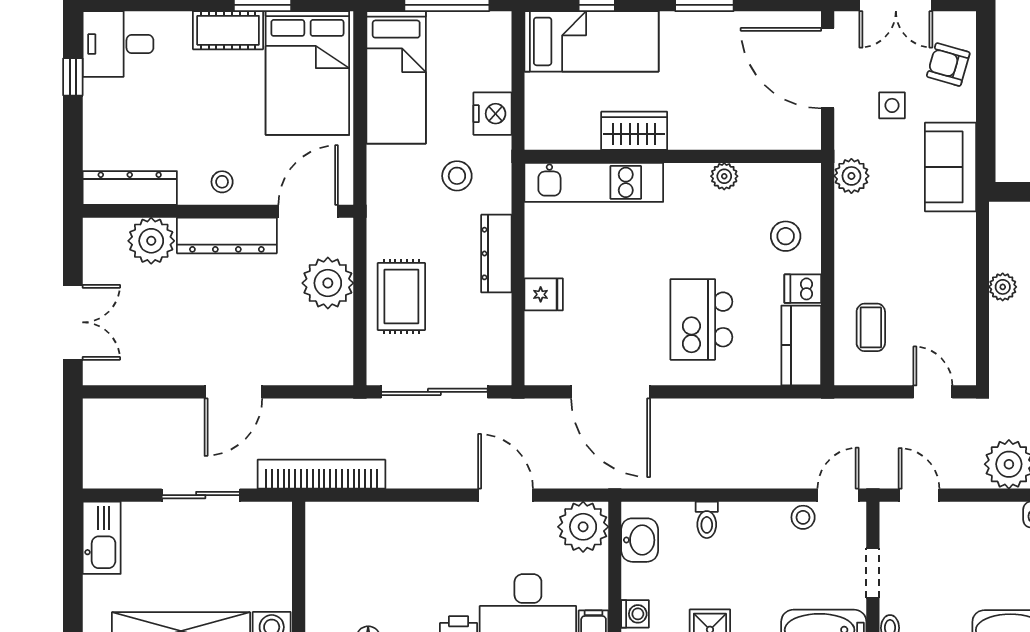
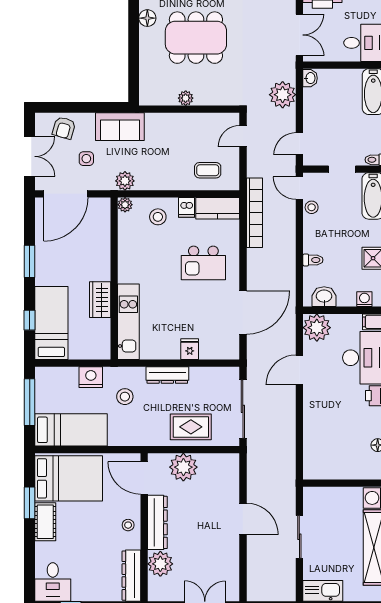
plant: (724, 176) -> (125, 205), moved
bookcase: (321, 474) -> (254, 213), moved, turned 180

